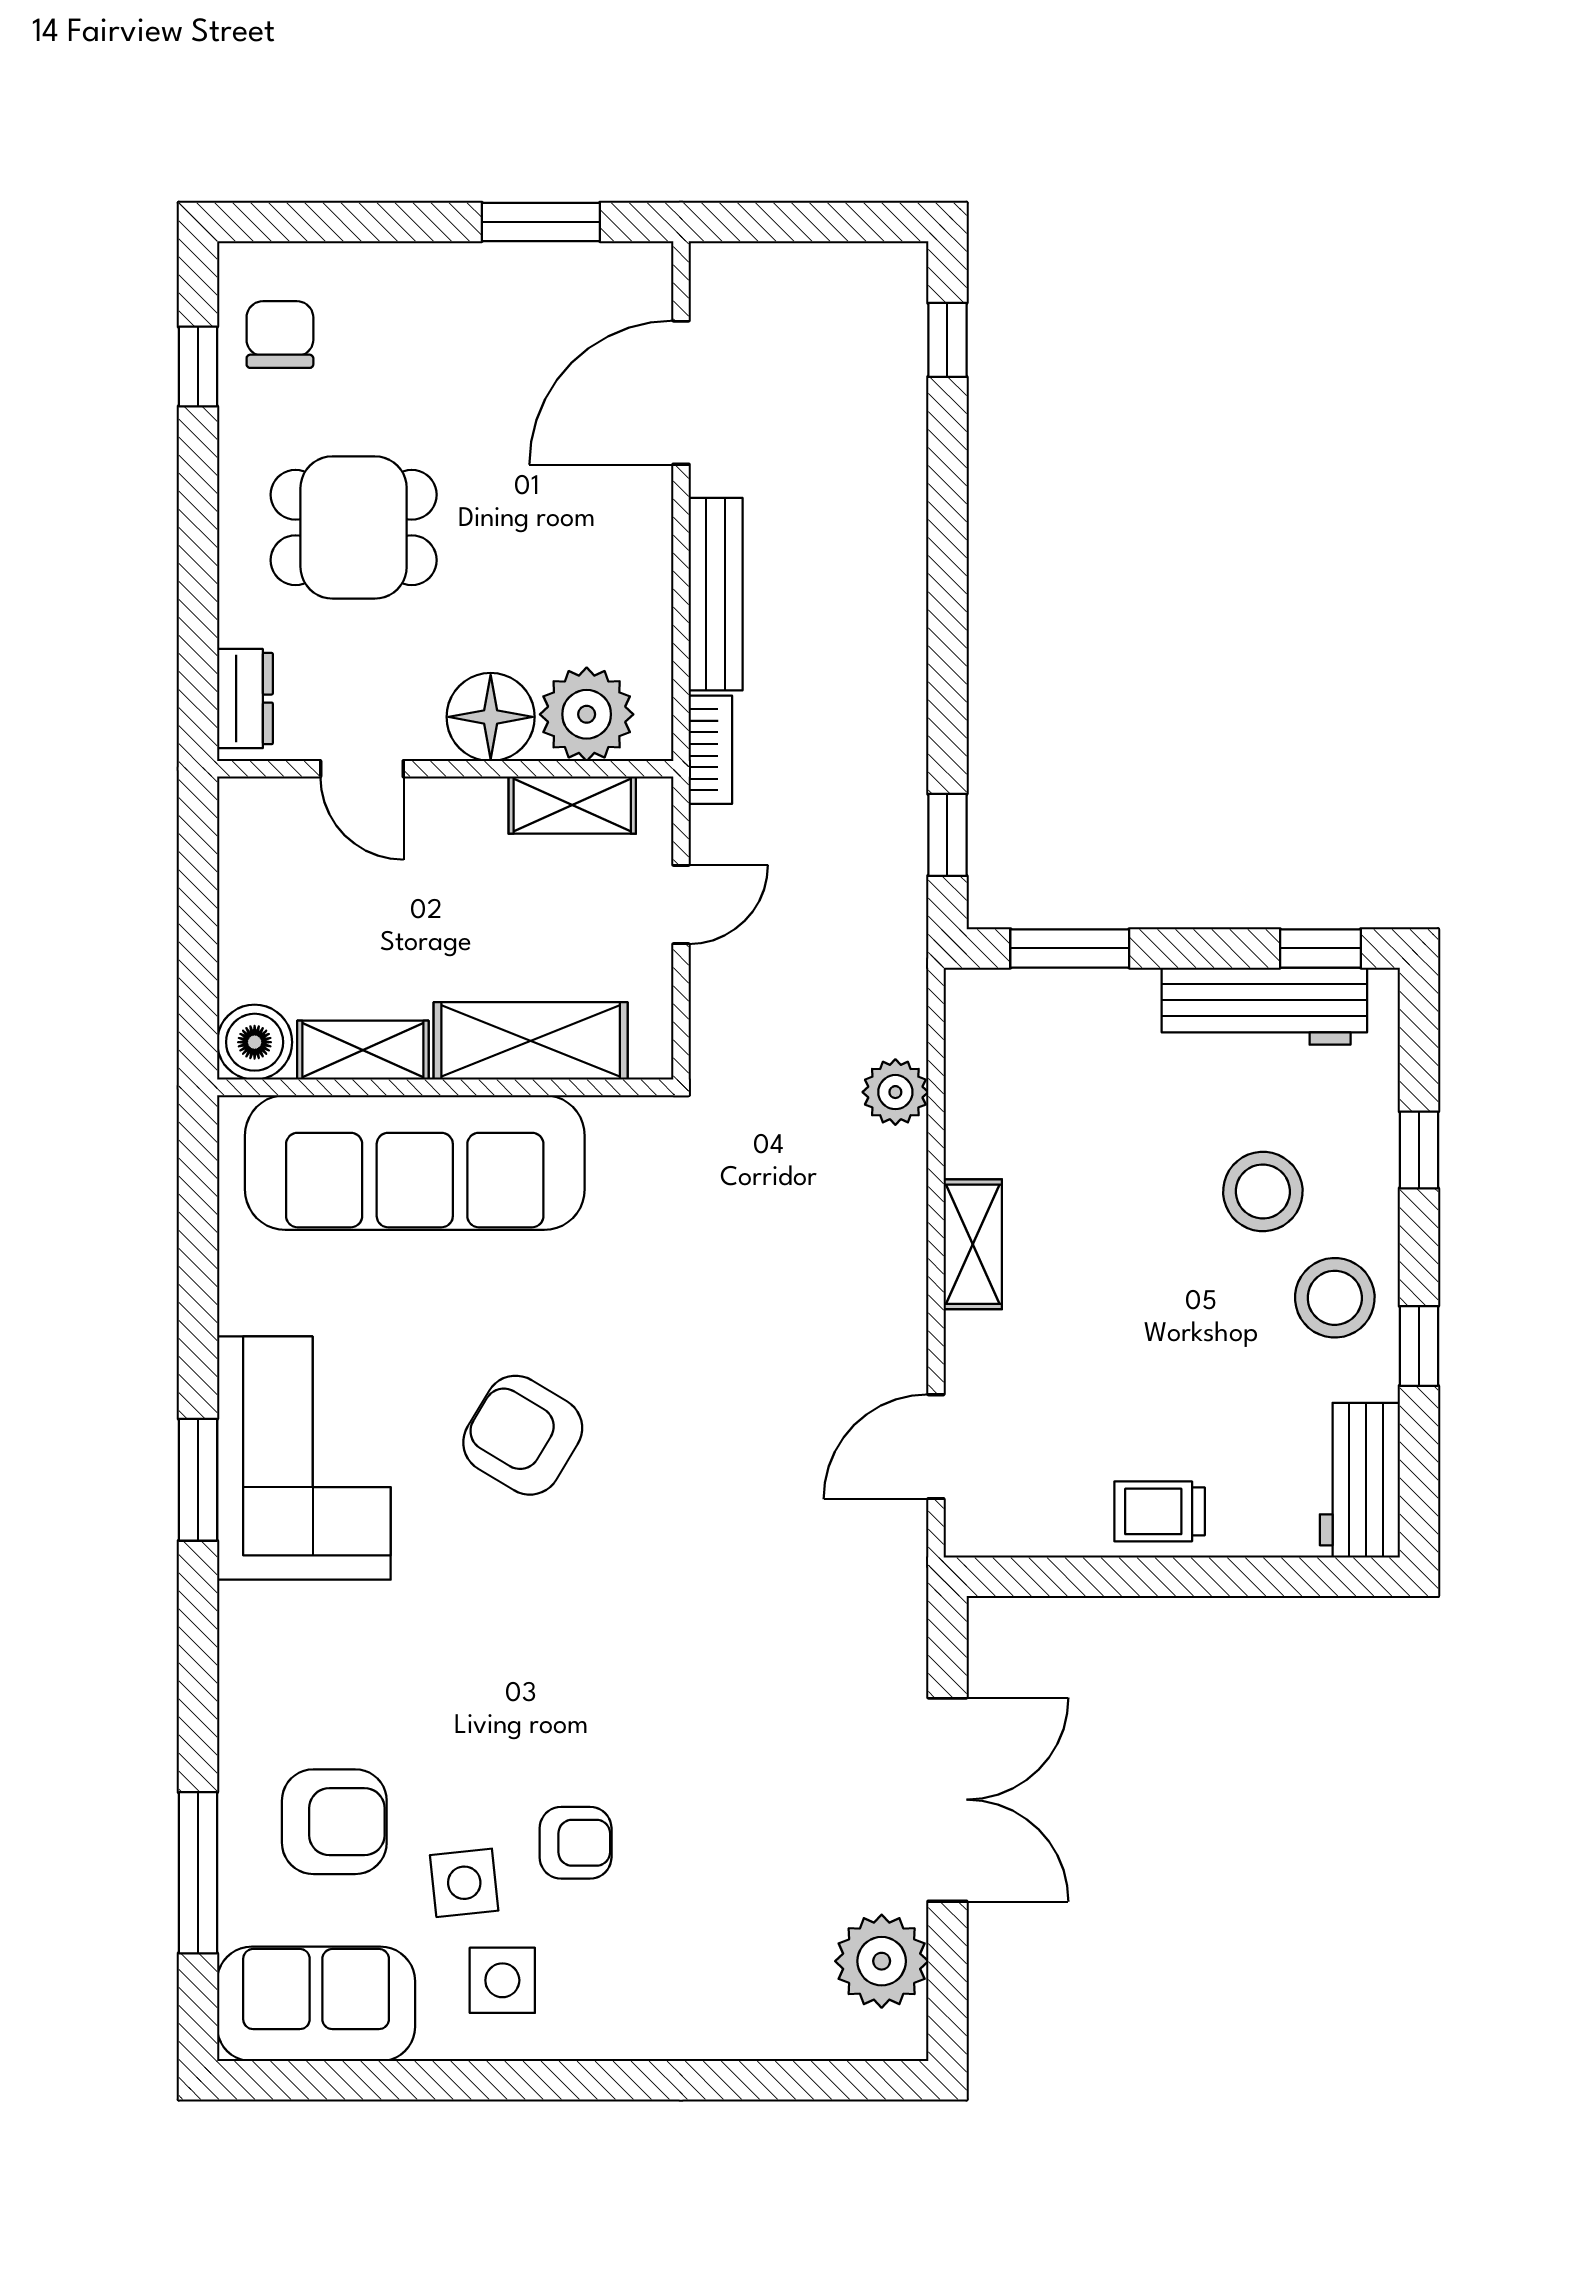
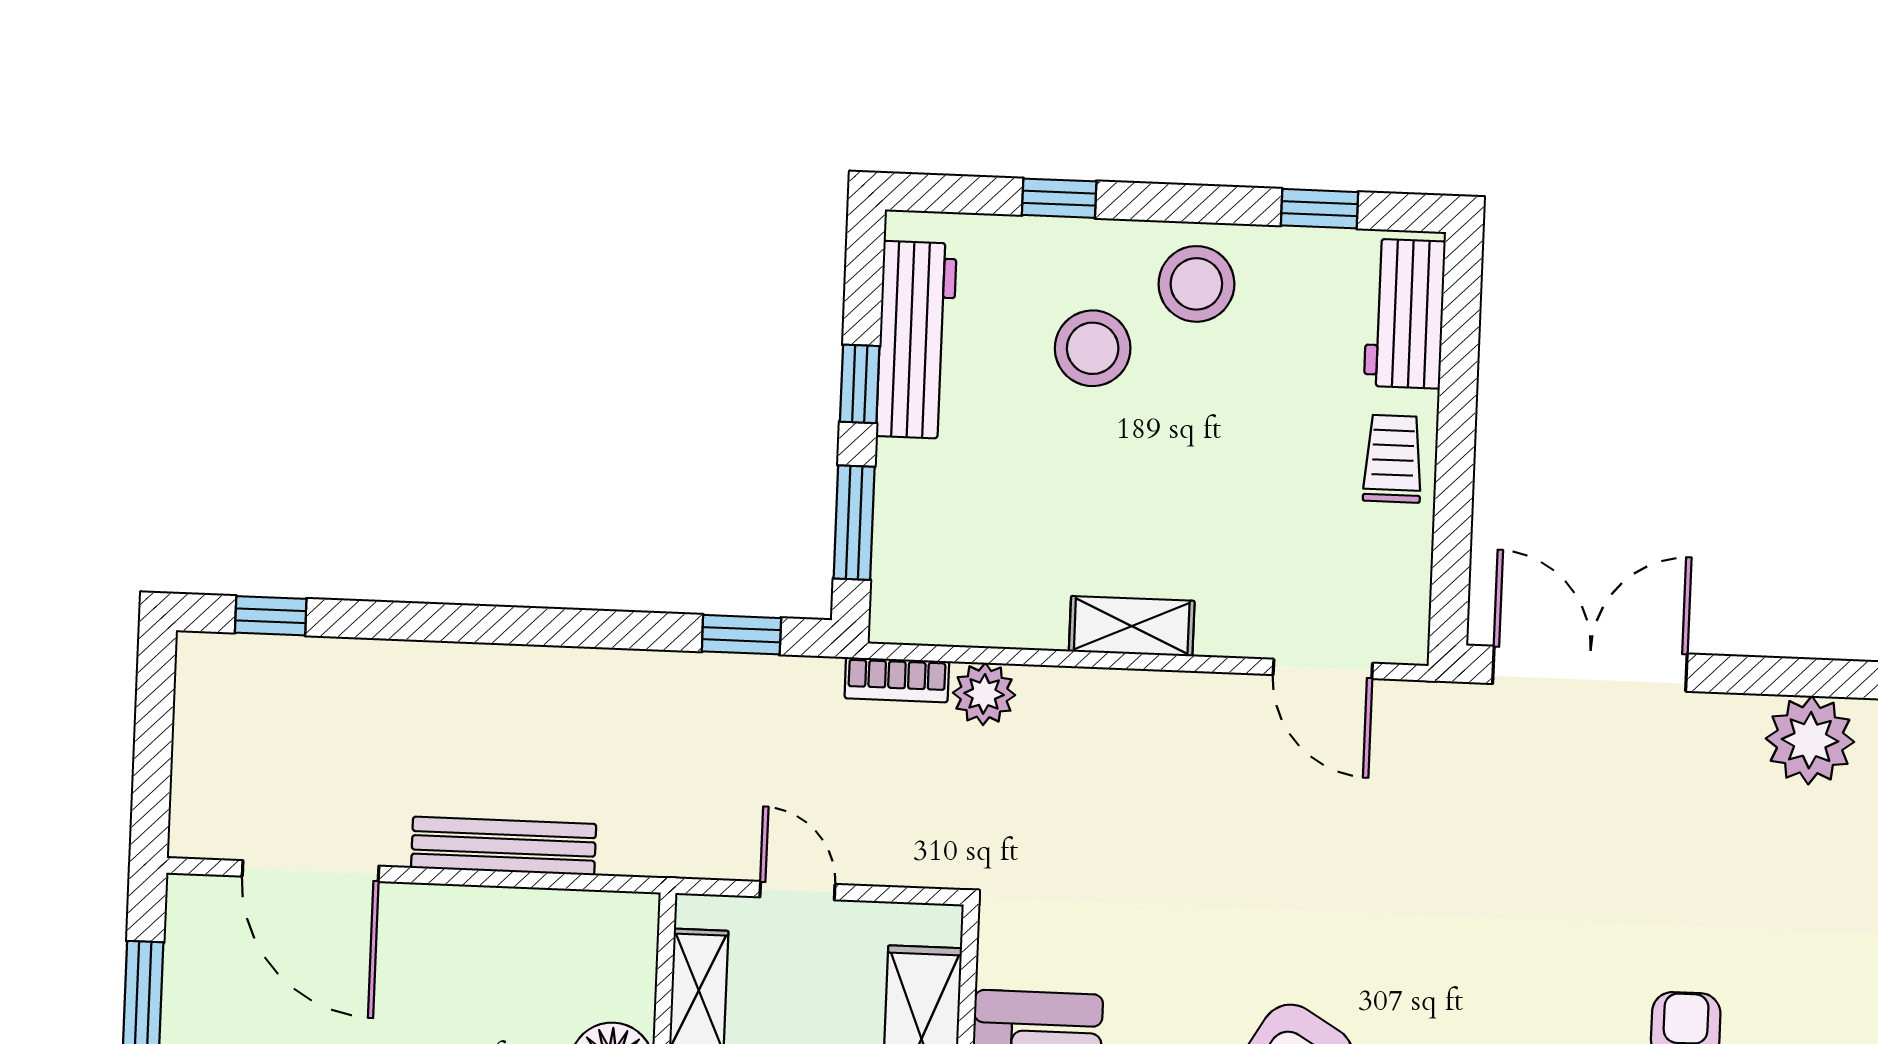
plant: (587, 714) -> (613, 973), removed
bookcase: (710, 750) -> (897, 680), moved, turned 180
window: (1320, 948) -> (860, 384), moved
window: (1419, 1346) -> (1320, 209), moved
workbench: (1360, 1480) -> (1405, 314), moved, turned 90
trolley: (1160, 1511) -> (1393, 459), turned 180
double door: (947, 1800) -> (1590, 669), moved

